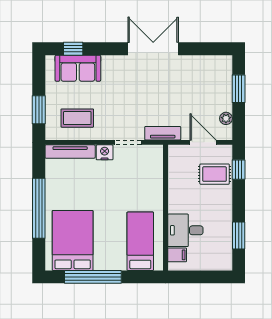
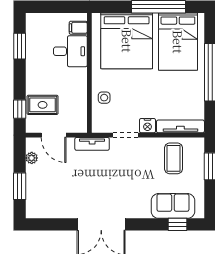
coffee table: (77, 118) -> (174, 158), turned 90
side table: (150, 182) -> (104, 98), added
bed: (140, 241) -> (127, 41), width x2.04

